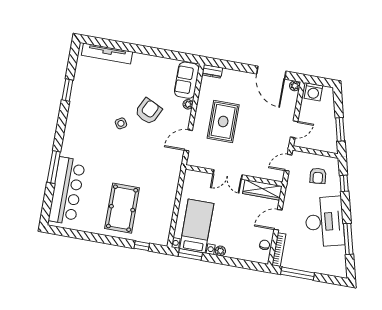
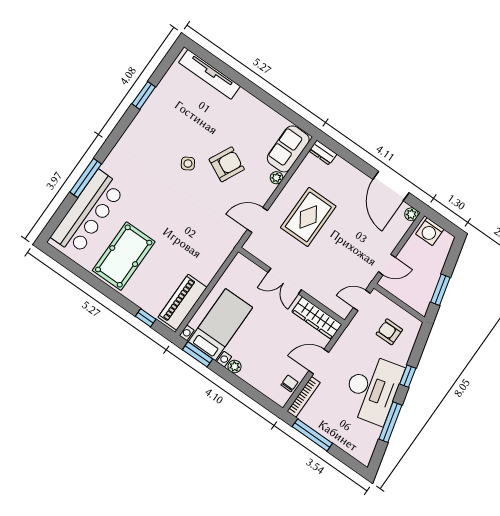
armchair: (318, 176) -> (389, 332), turned 96
window: (344, 183) -> (408, 376), moved
pool table: (122, 208) -> (124, 256), moved
piano: (163, 223) -> (182, 302), added

